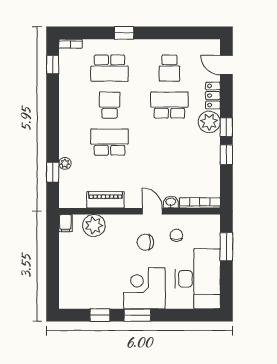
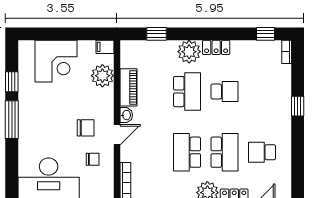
school desk: (110, 68) -> (187, 152), moved
locker: (66, 113) -> (216, 47), added
plant: (65, 163) -> (189, 52), moved, width x1.87, depth x1.87
washbasin: (171, 202) -> (126, 115), moved
chair: (145, 242) -> (86, 128), turned 90
corner desk: (144, 288) -> (56, 61), moved, turned 90
window: (137, 315) -> (12, 120), width x1.44

